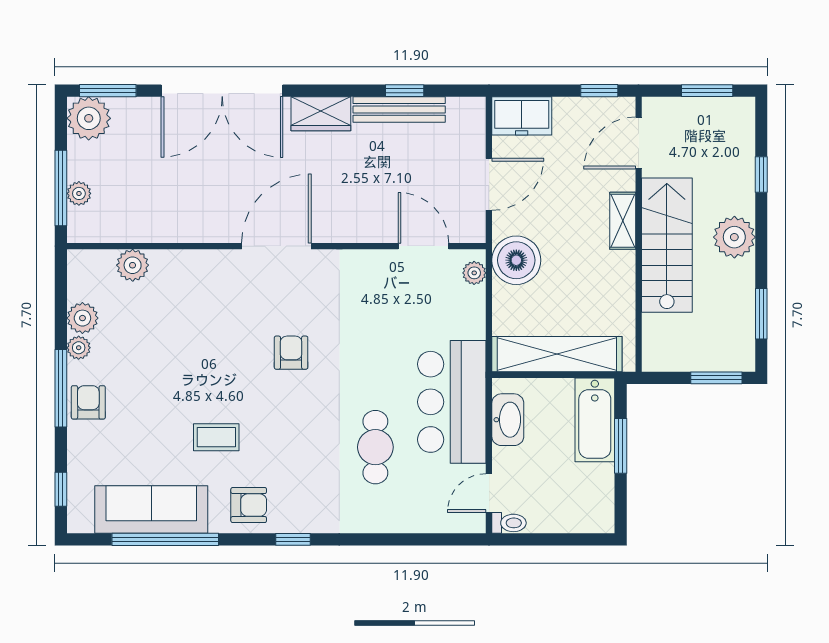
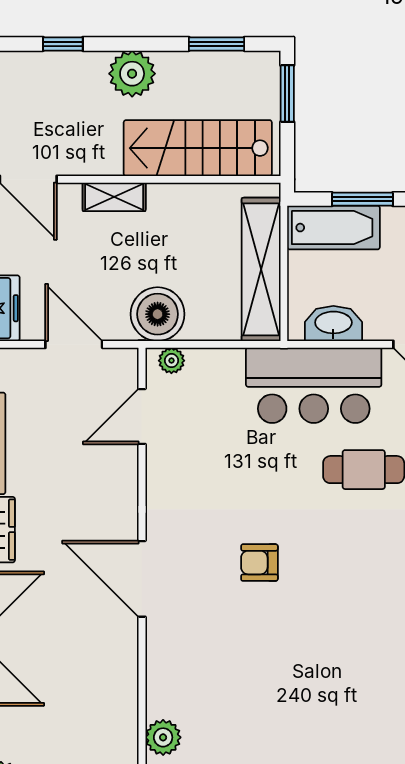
stairs: (667, 245) -> (198, 148), moved
coffee table: (216, 437) -> (353, 645), removed

